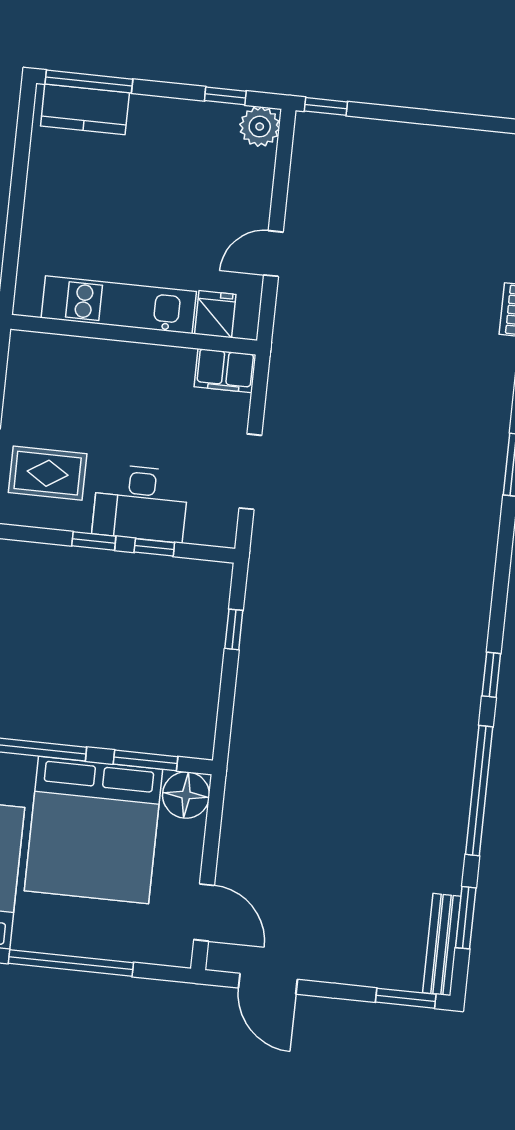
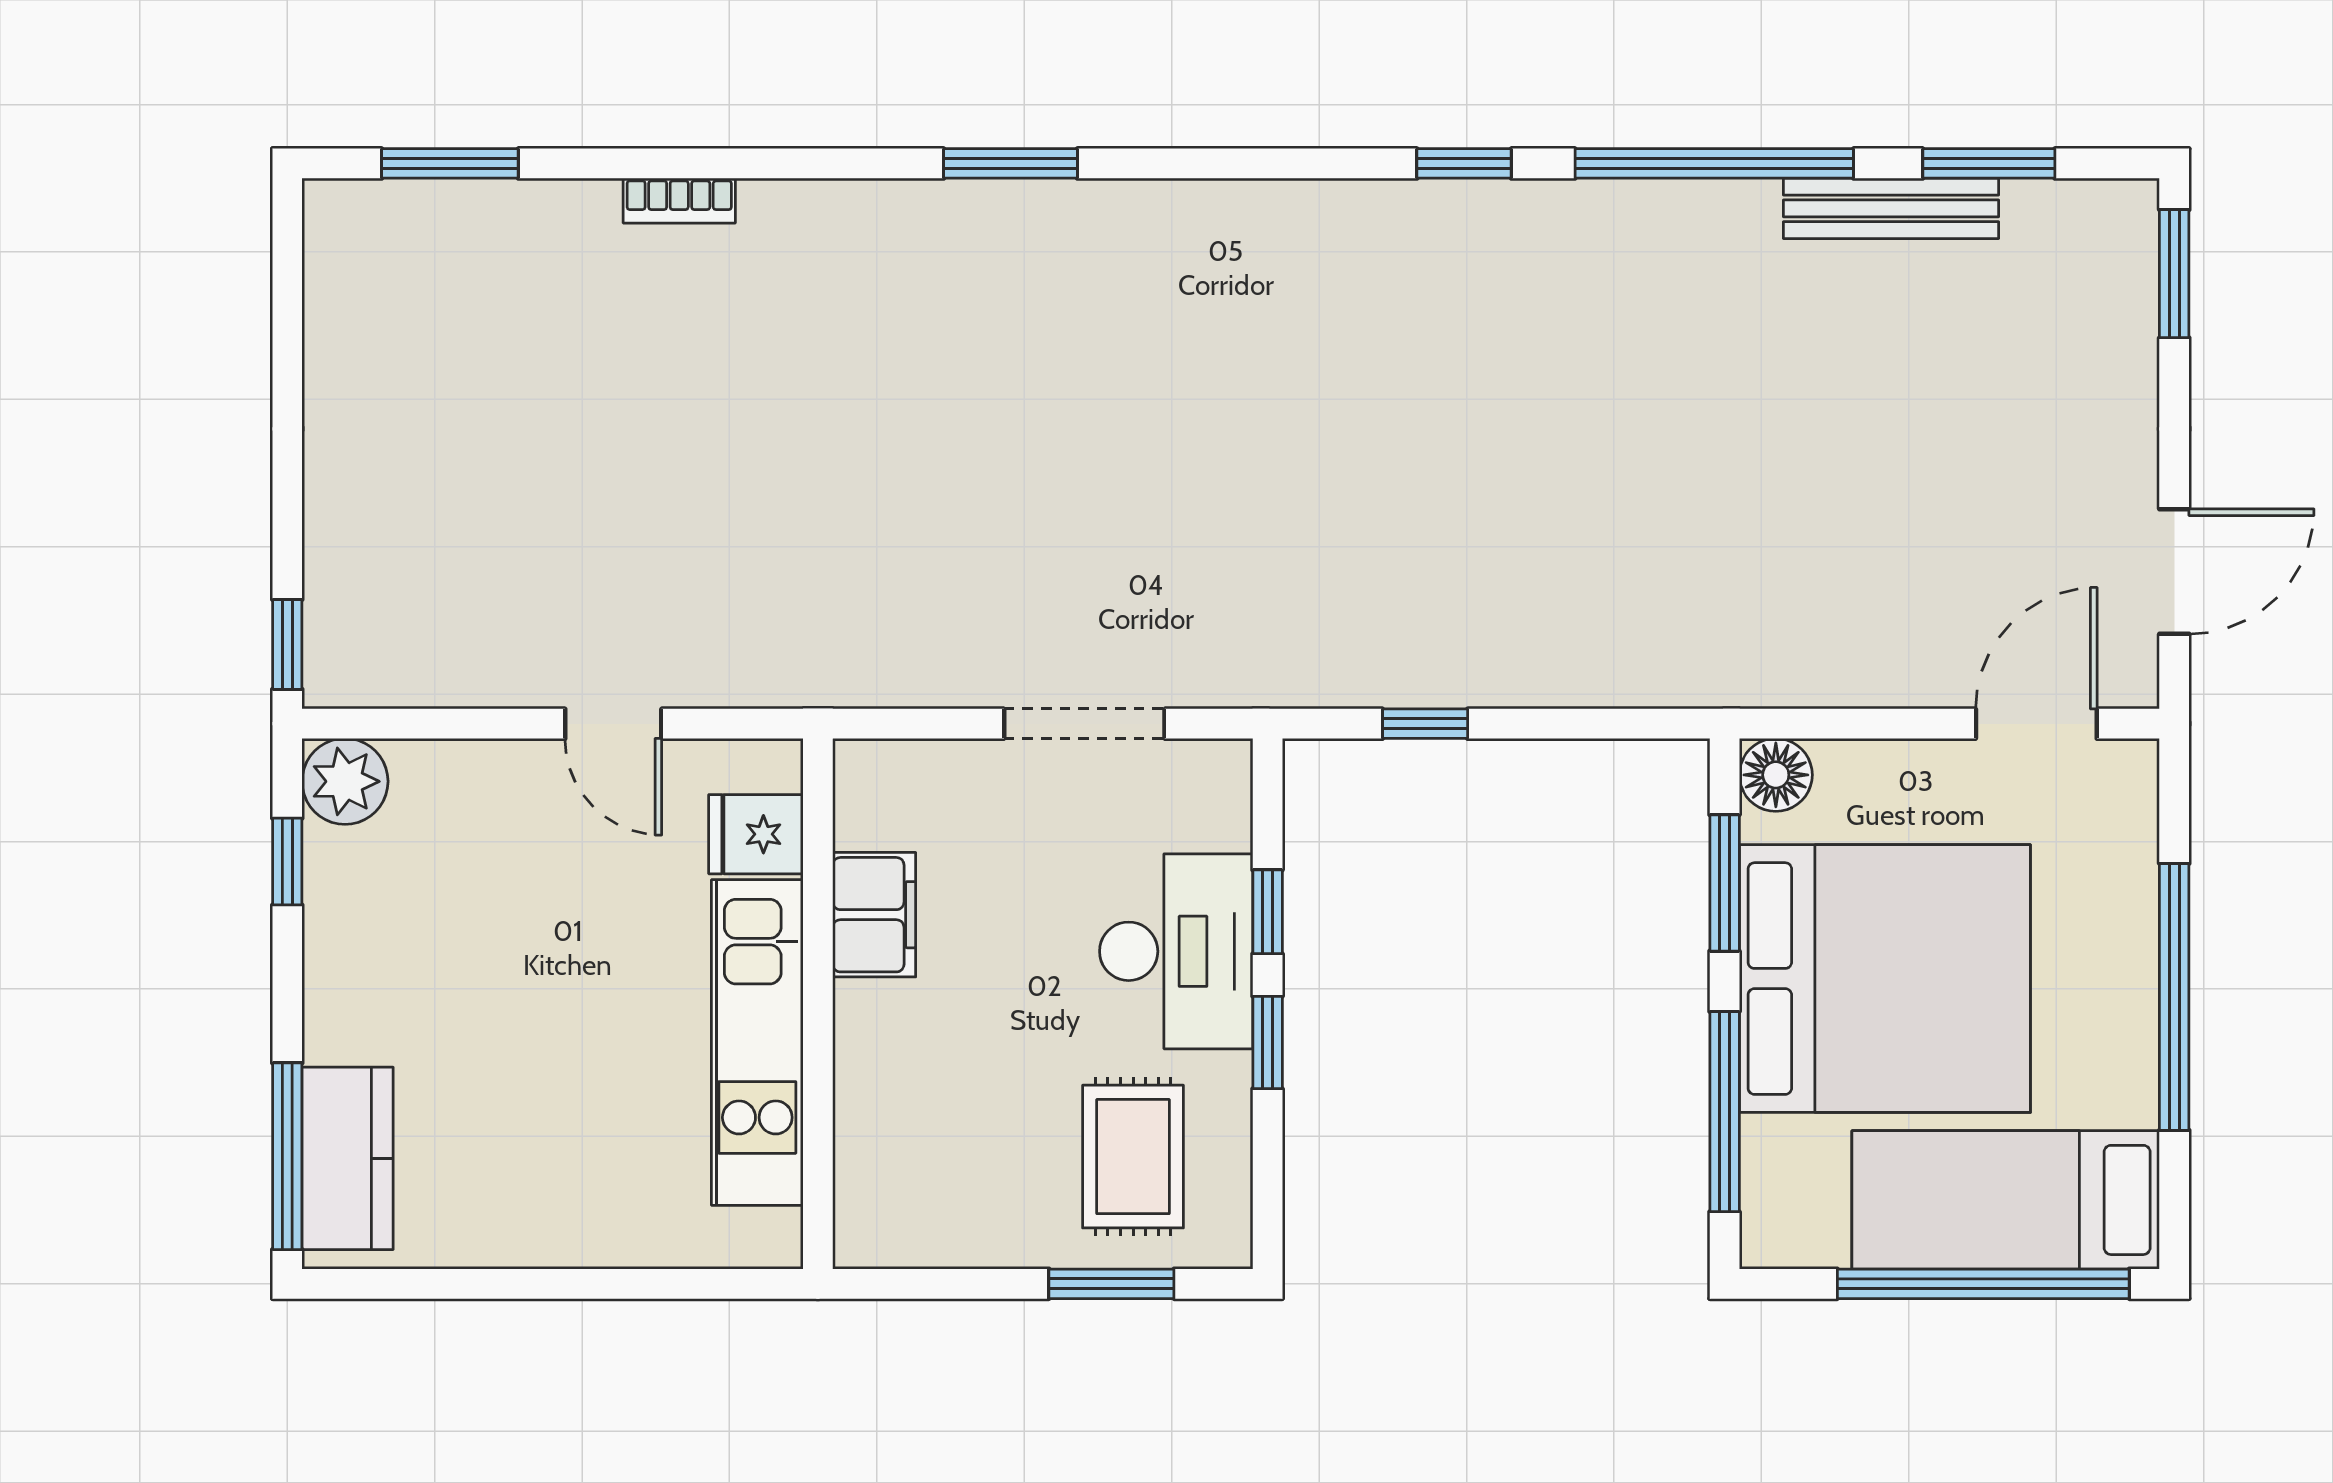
filing cabinet: (225, 371) -> (874, 915), moved
floor lamp: (186, 795) -> (1776, 775), width x0.73, depth x0.73
bench: (442, 945) -> (1891, 208), moved

